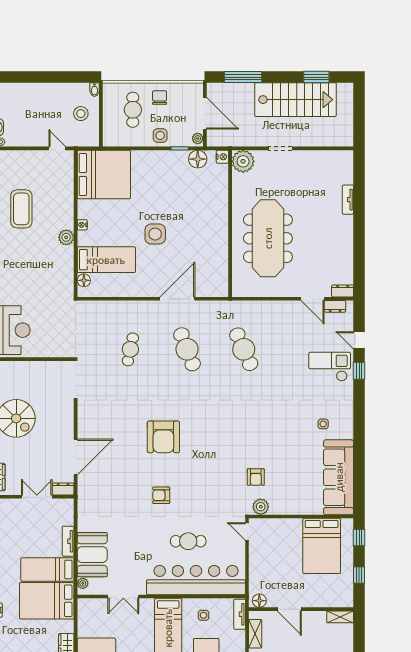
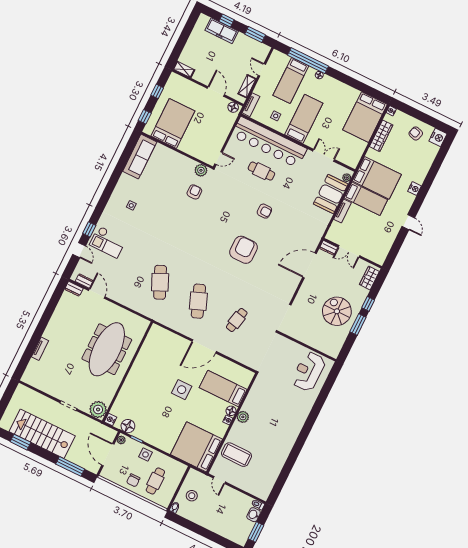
coffee table: (21, 209) -> (236, 455), moved, turned 90
floor lamp: (84, 280) -> (231, 411), moved
door: (177, 299) -> (204, 346), moved
sofa: (339, 477) -> (140, 157), width x0.74, depth x0.79
door: (247, 531) -> (218, 158), hinge flipped

